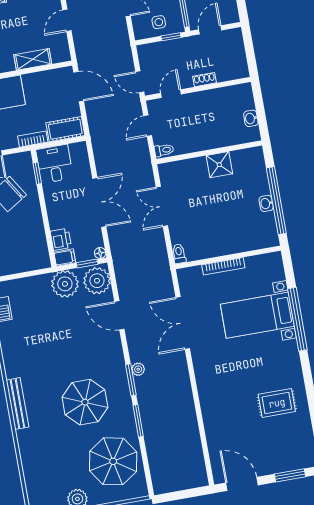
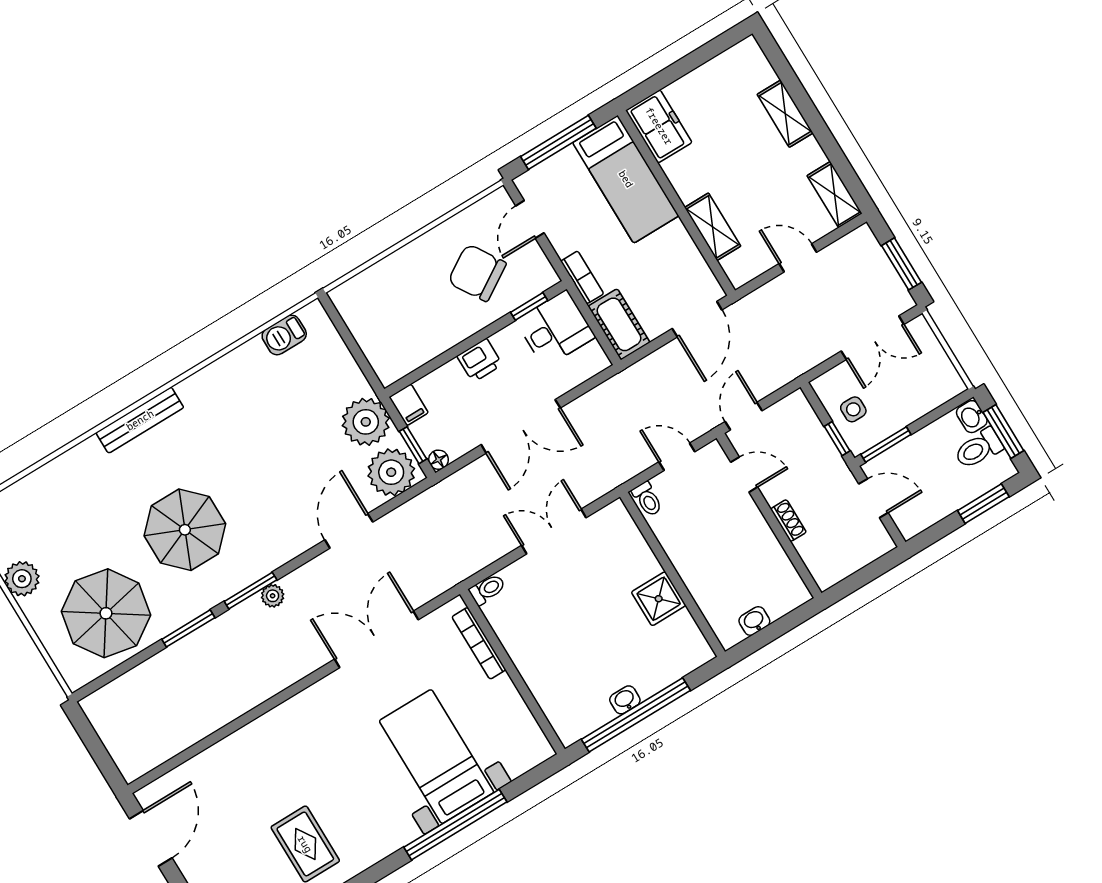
printer: (61, 239) -> (480, 360), moved
bookcase: (223, 266) -> (479, 643), moved

